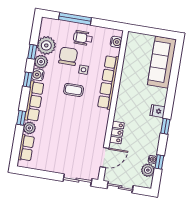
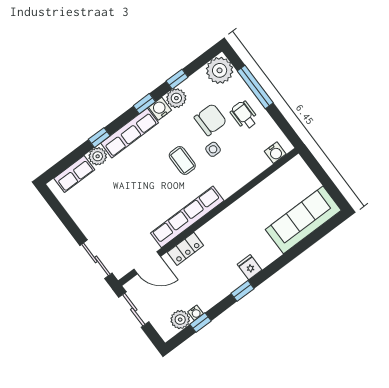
plant: (46, 45) -> (220, 70), moved
row of seats: (108, 82) -> (187, 217), moved

